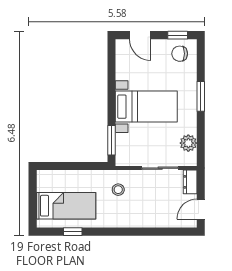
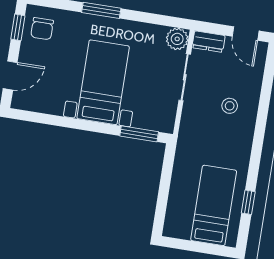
plant: (188, 143) -> (177, 39), moved
stool: (118, 190) -> (230, 106), moved

